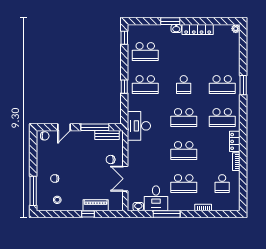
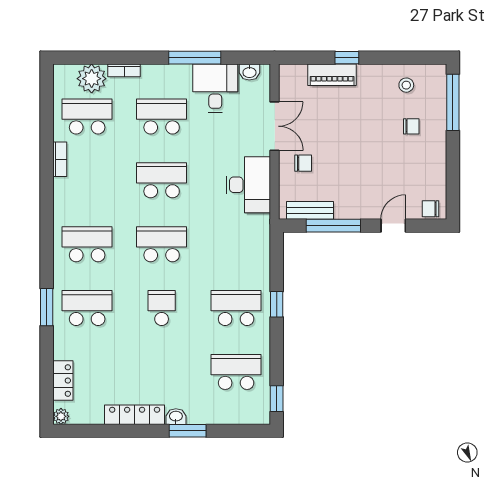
desk: (139, 126) -> (248, 185), moved
locker: (235, 141) -> (63, 381), moved
school desk: (222, 184) -> (87, 116), width x1.85
plant: (220, 203) -> (92, 79), added

